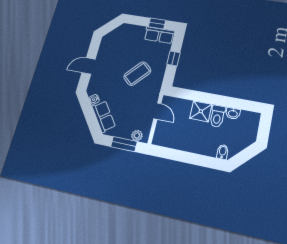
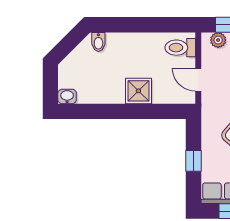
washbasin: (233, 113) -> (67, 96), moved
toilet: (217, 116) -> (180, 48), moved, turned -90

